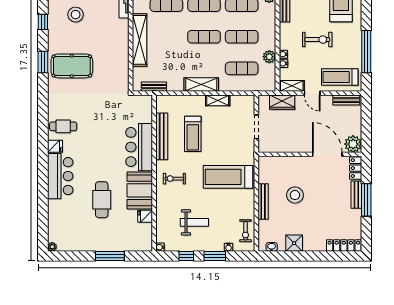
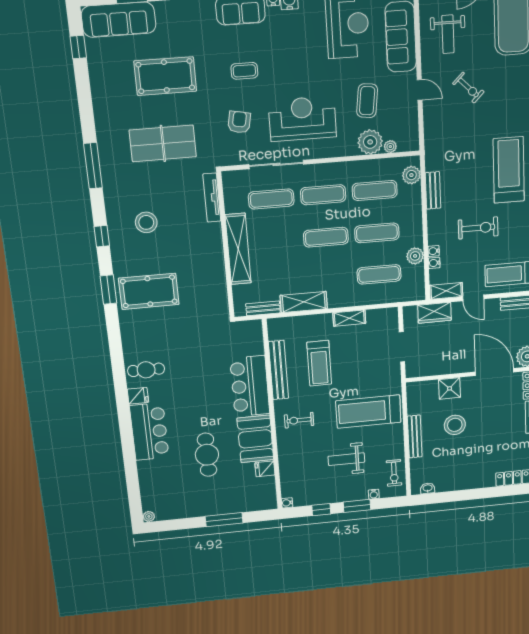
shelving: (201, 85) -> (304, 302), moved
weight bench: (194, 222) -> (346, 459), moved, turned 180
shower: (294, 243) -> (449, 388), moved

